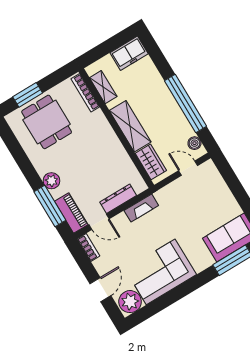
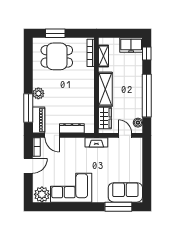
window: (154, 52) -> (147, 53), added
dining table: (47, 122) -> (57, 56), turned 90
fireplace: (141, 208) -> (96, 142), moved
door: (100, 290) -> (28, 166), moved

